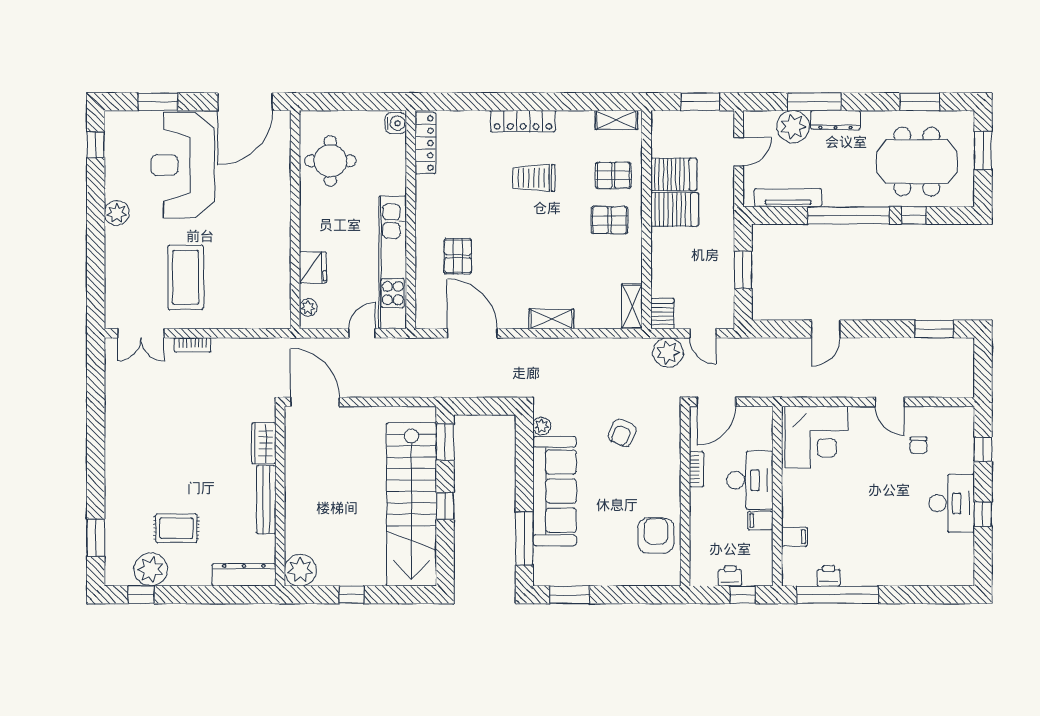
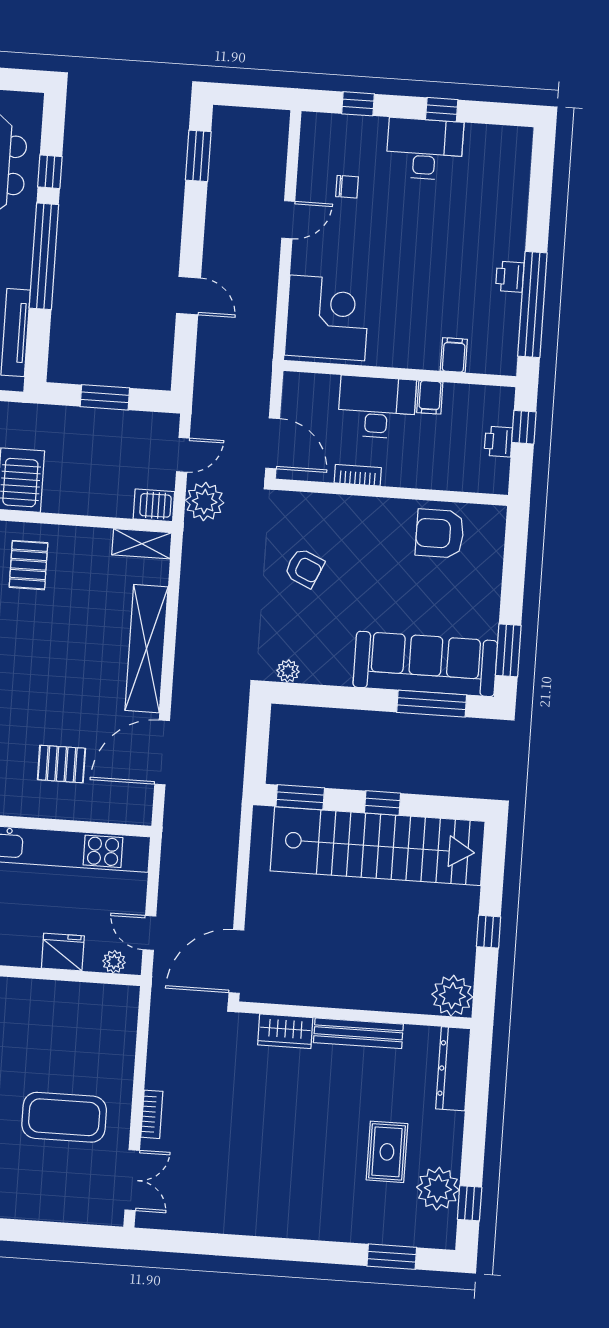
shelving: (551, 319) -> (147, 649), width x2.20, depth x1.33
door: (362, 333) -> (149, 933), moved
sofa: (555, 491) -> (425, 664), moved
printer: (829, 576) -> (510, 277), moved

